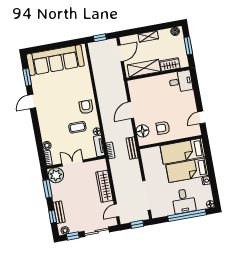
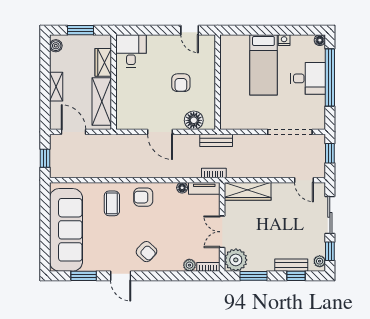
armchair: (51, 116) -> (146, 252), added
coffee table: (77, 127) -> (112, 203), moved
armchair: (163, 128) -> (181, 83), moved
bed: (183, 151) -> (234, 67), removed
wardrobe: (104, 186) -> (248, 191), moved

